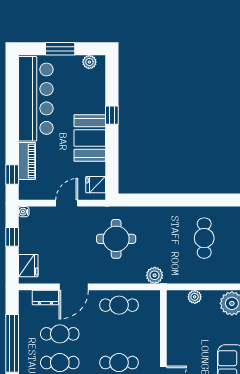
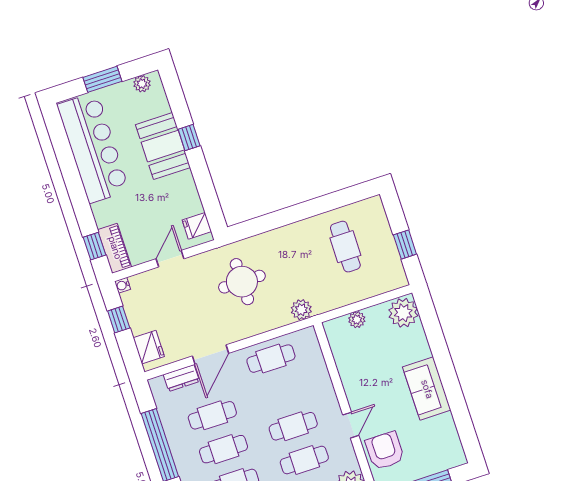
booth: (90, 138) -> (163, 146), moved
piano: (27, 161) -> (115, 248), moved

